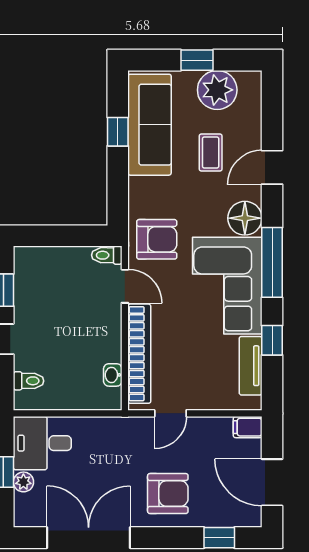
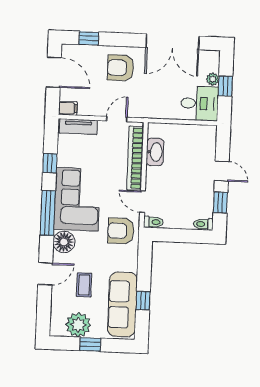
tv unit: (251, 366) -> (78, 127), moved, turned 90
washbasin: (113, 375) -> (155, 152), width x1.91, depth x1.45
toilet: (29, 381) -> (203, 224), moved

